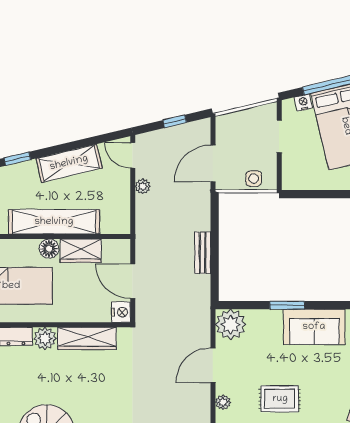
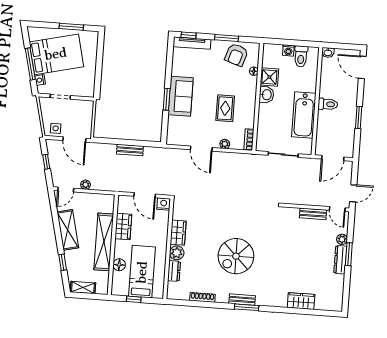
side table: (254, 179) -> (56, 128), moved
floor lamp: (49, 249) -> (119, 265), moved
door: (133, 281) -> (145, 195), hinge flipped
plant: (231, 324) -> (176, 136), removed
sofa: (314, 327) -> (181, 96), moved
wardrobe: (87, 338) -> (178, 233), width x0.67

